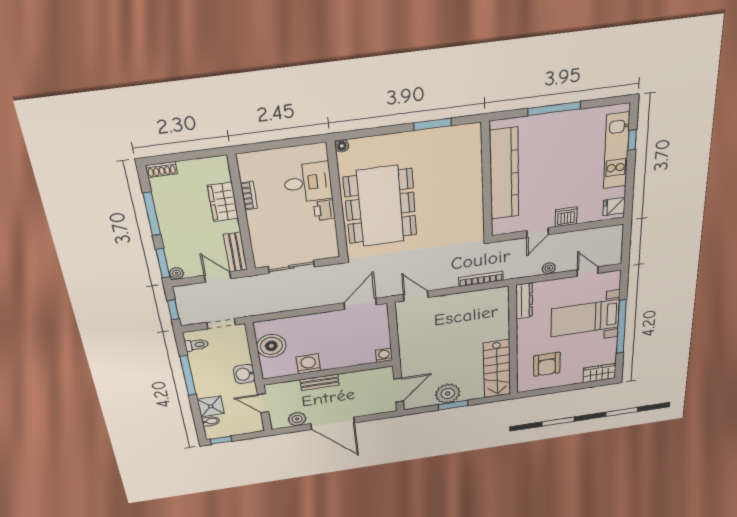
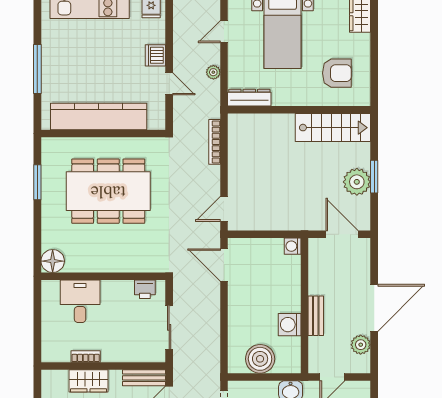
floor lamp: (342, 146) -> (53, 261), width x1.89, depth x1.89
dining table: (380, 206) -> (108, 191), moved
printer: (324, 210) -> (145, 289), moved

